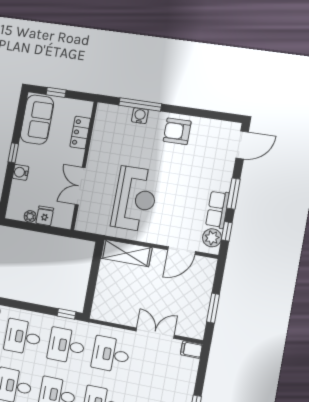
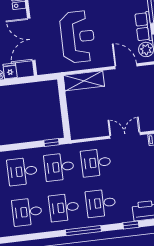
double door: (80, 186) -> (31, 39), width x1.37
door: (182, 251) -> (126, 66), swing flipped

